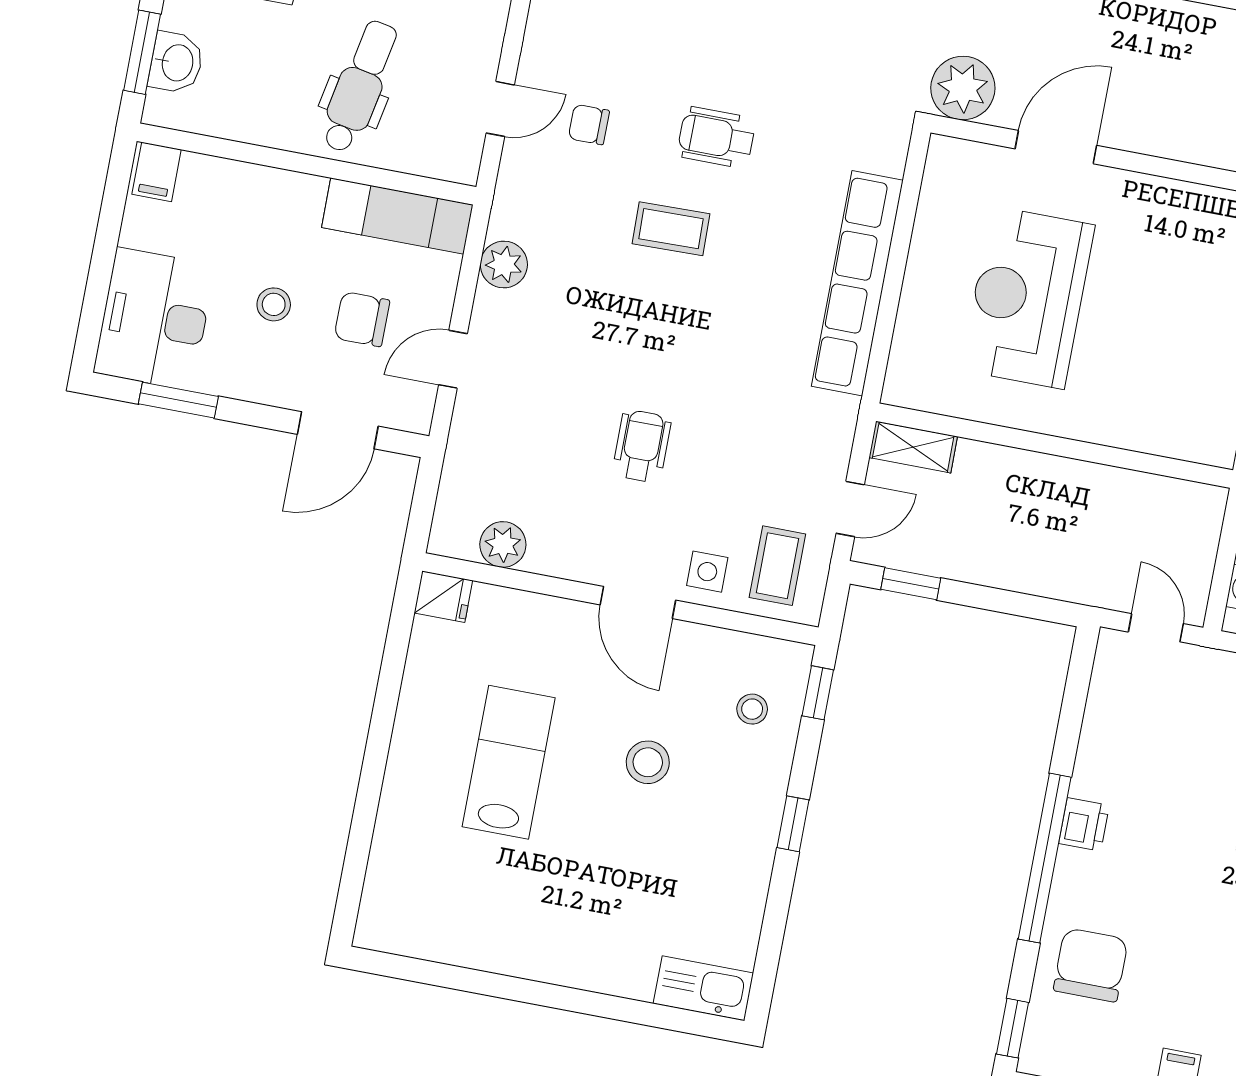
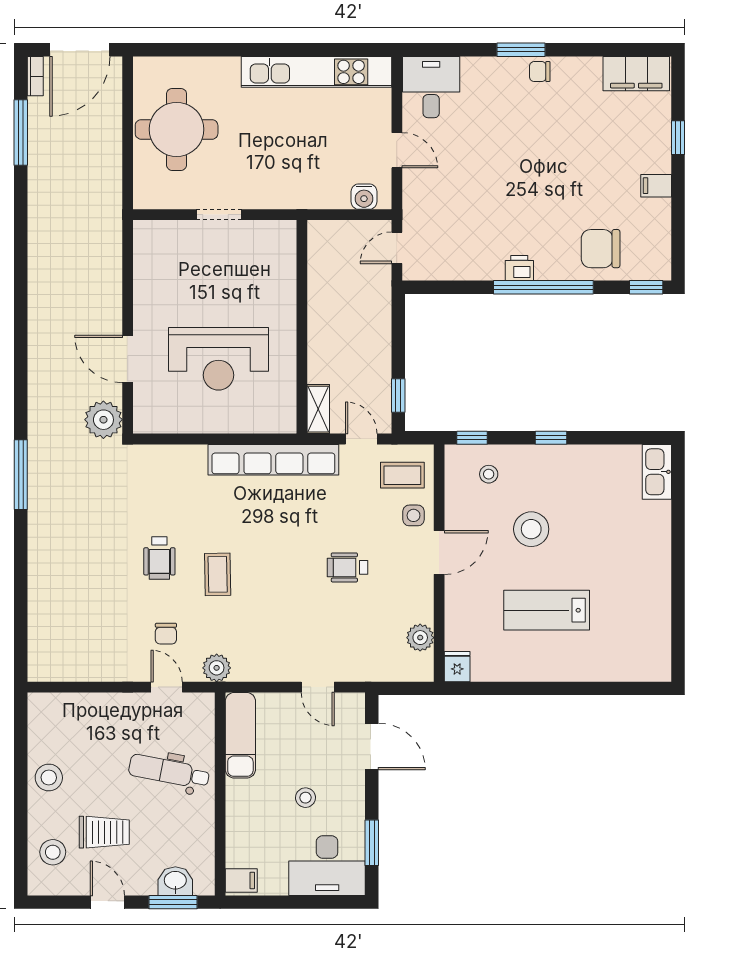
plant: (504, 265) -> (217, 668), moved
row of seats: (857, 283) -> (273, 460), moved
chair: (362, 319) -> (304, 745), removed
stool: (648, 762) -> (531, 529), width x1.38, depth x1.38

